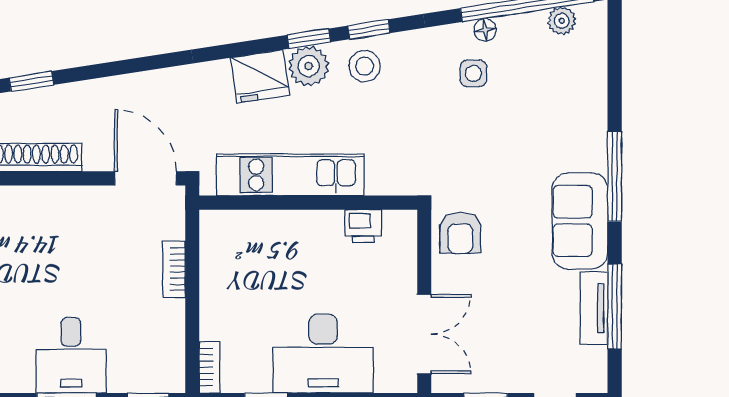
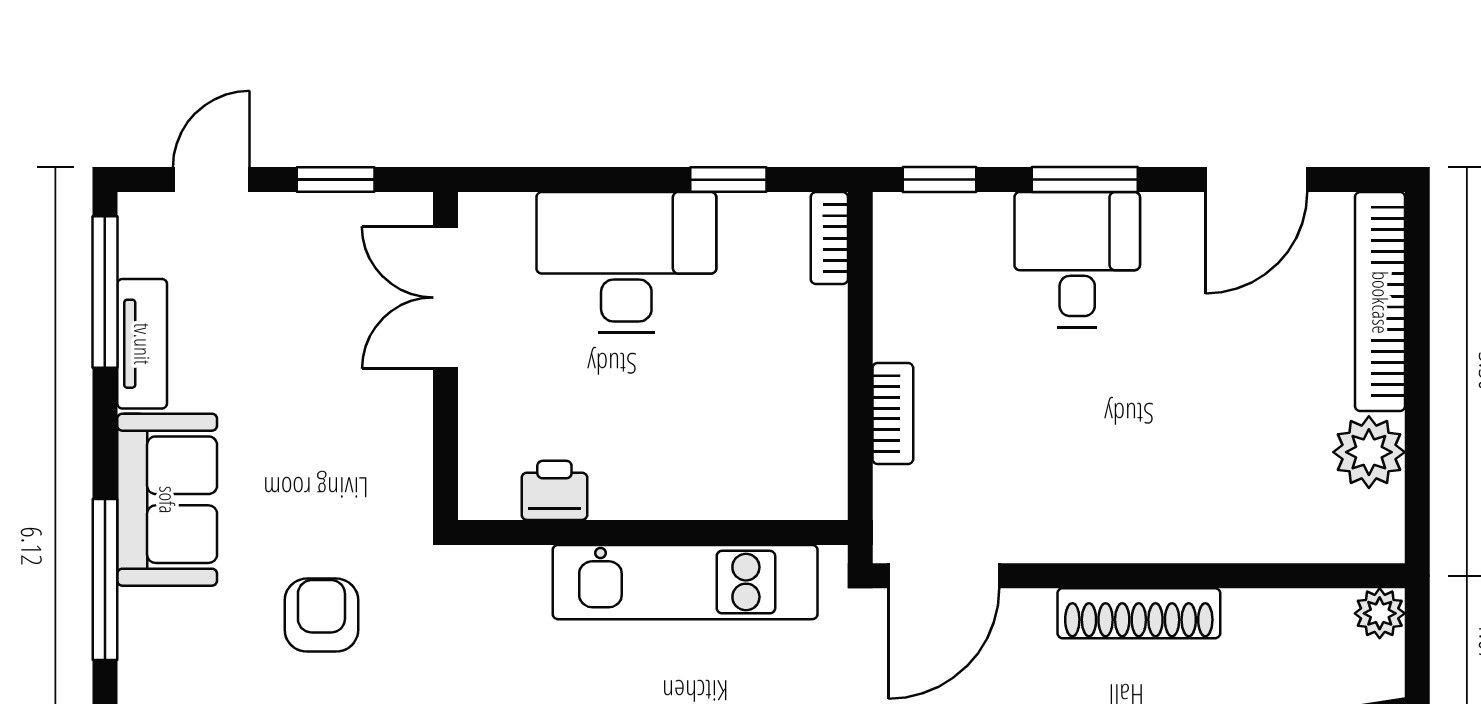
door: (145, 178) -> (944, 576), hinge flipped
armchair: (460, 233) -> (321, 615), moved
window: (615, 306) -> (105, 292), moved

